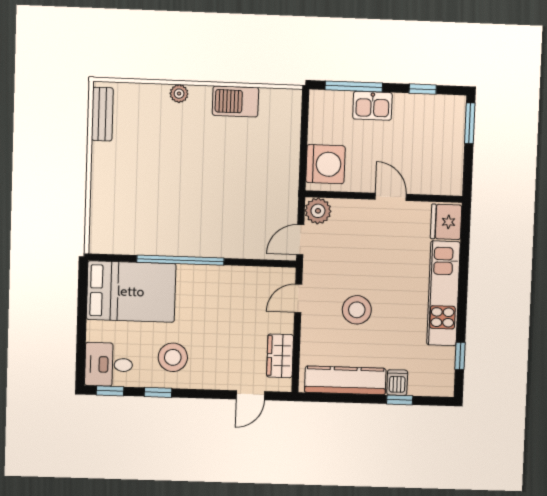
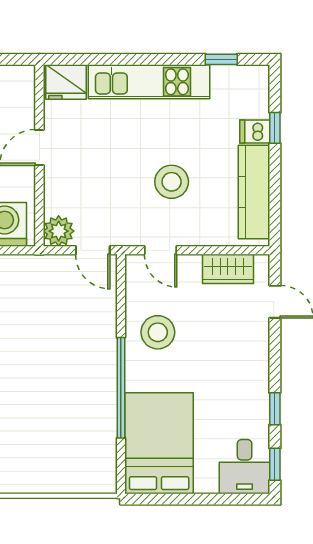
stool: (173, 357) -> (158, 332), moved

